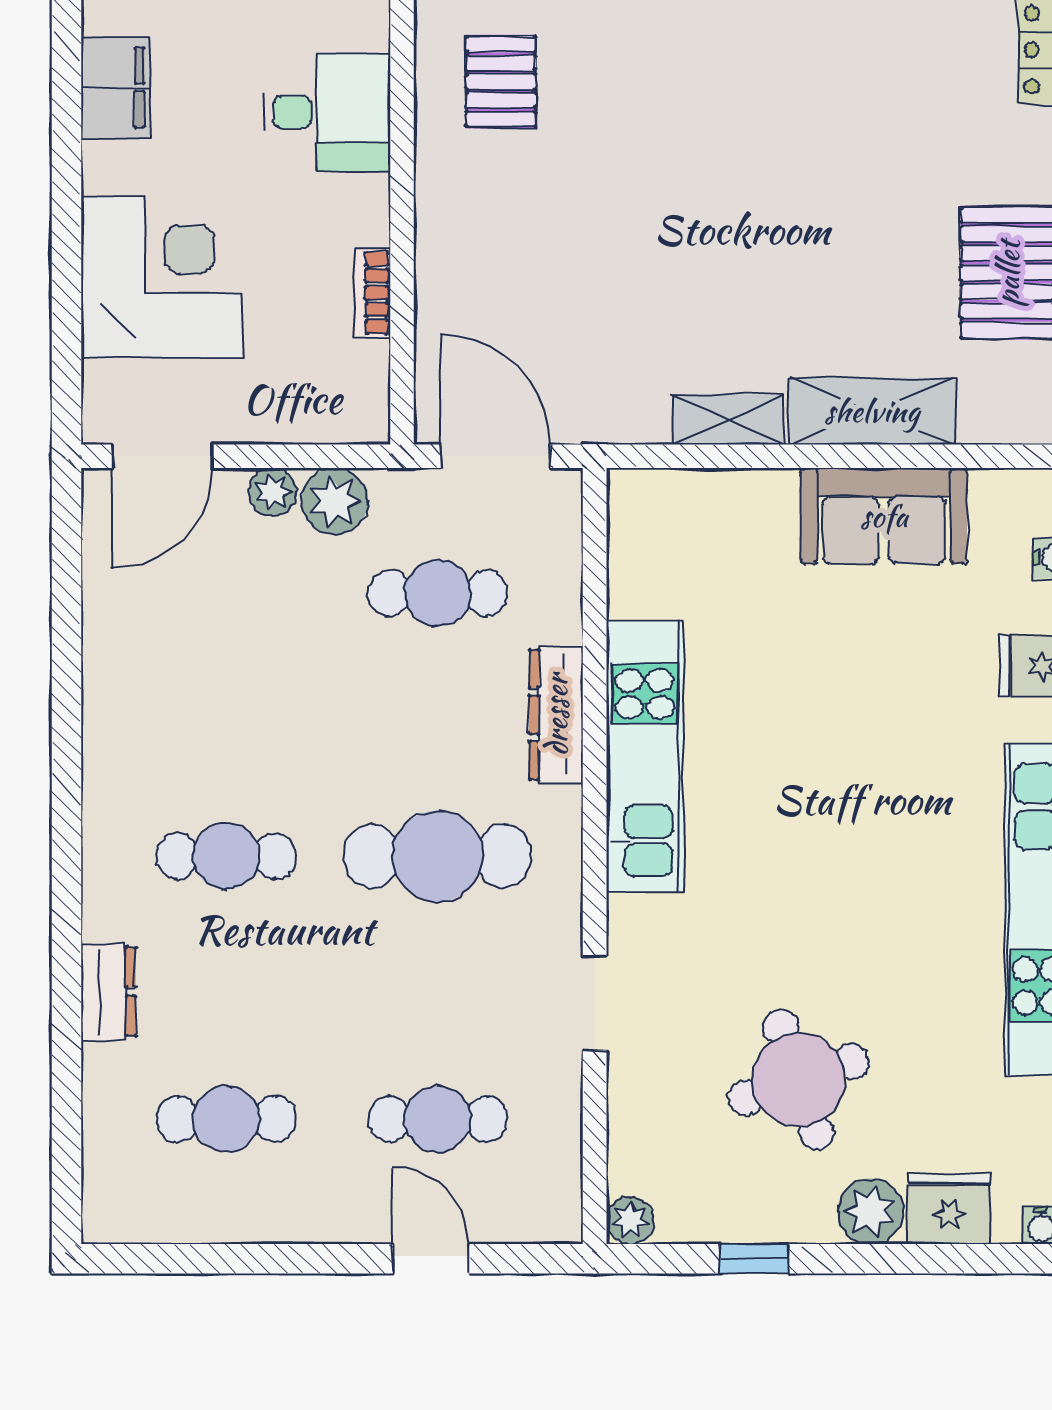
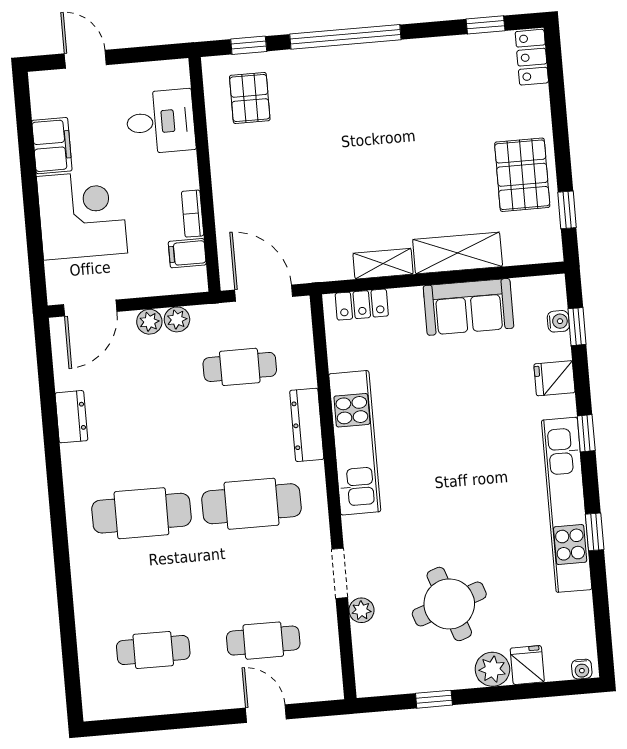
filing cabinet: (115, 88) -> (52, 146), moved
filing cabinet: (356, 367) -> (187, 253), added
locker: (681, 494) -> (362, 305), added
plant: (335, 501) -> (177, 319), width x0.73, depth x0.73
cafe table: (226, 856) -> (141, 513), width x1.37, depth x1.35
dresser: (108, 992) -> (71, 417), moved
fridge: (949, 1209) -> (527, 665), width x0.72
plant: (630, 1220) -> (361, 610), moved

